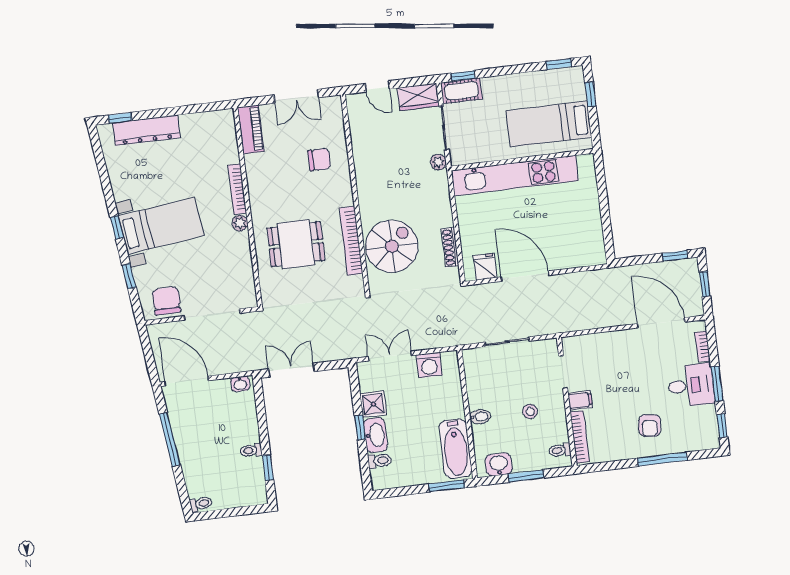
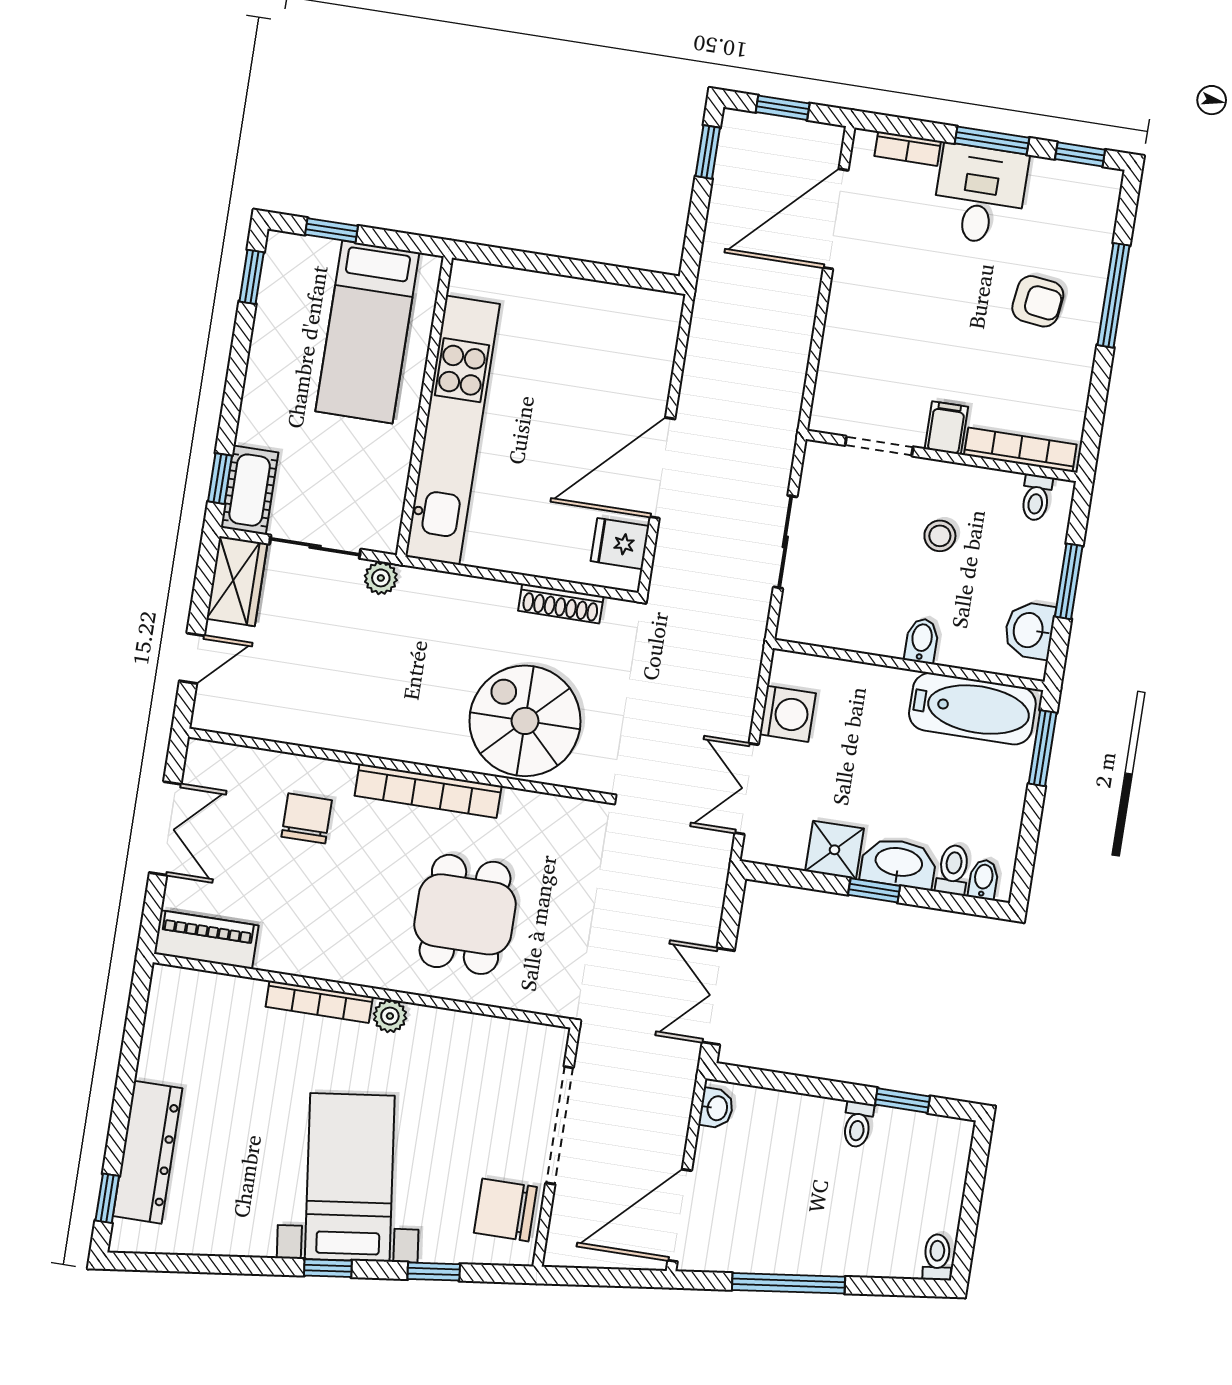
bookcase: (351, 241) -> (428, 791), moved
bidet: (379, 476) -> (983, 879), added

